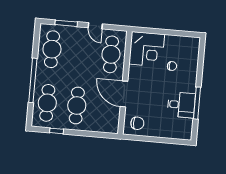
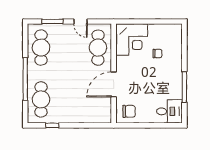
door: (124, 94) -> (114, 84), hinge flipped
cafe table: (77, 105) -> (69, 99), removed
desk: (181, 105) -> (169, 111), moved

